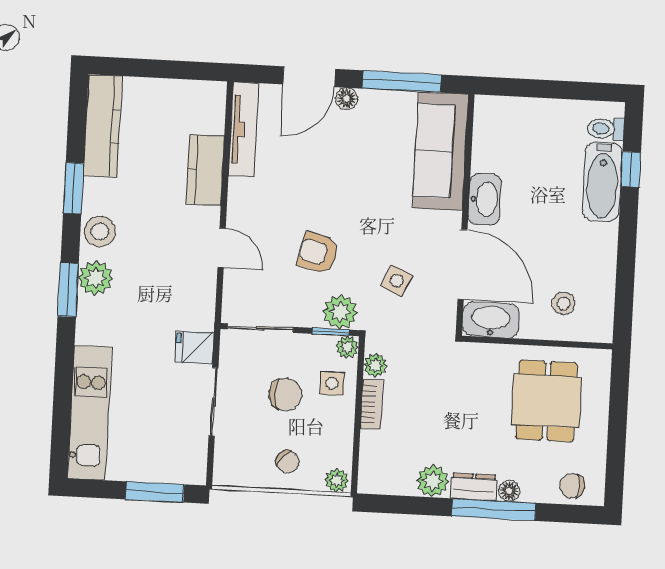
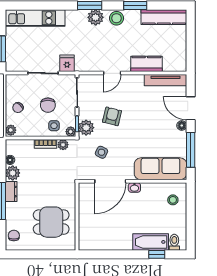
washbasin: (485, 199) -> (134, 188), width x0.52, depth x0.69
stool: (564, 303) -> (173, 200), moved
washbasin: (491, 320) -> (86, 195), removed
floor lamp: (509, 491) -> (10, 160), moved

